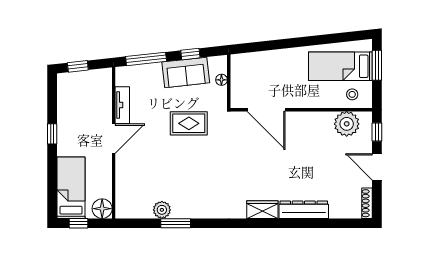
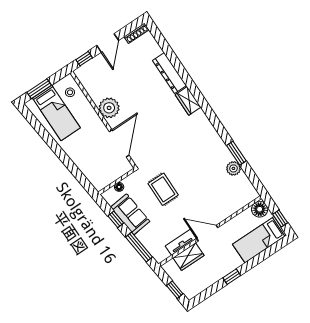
wardrobe: (102, 103) -> (189, 257), added
plant: (347, 124) -> (109, 108), moved

